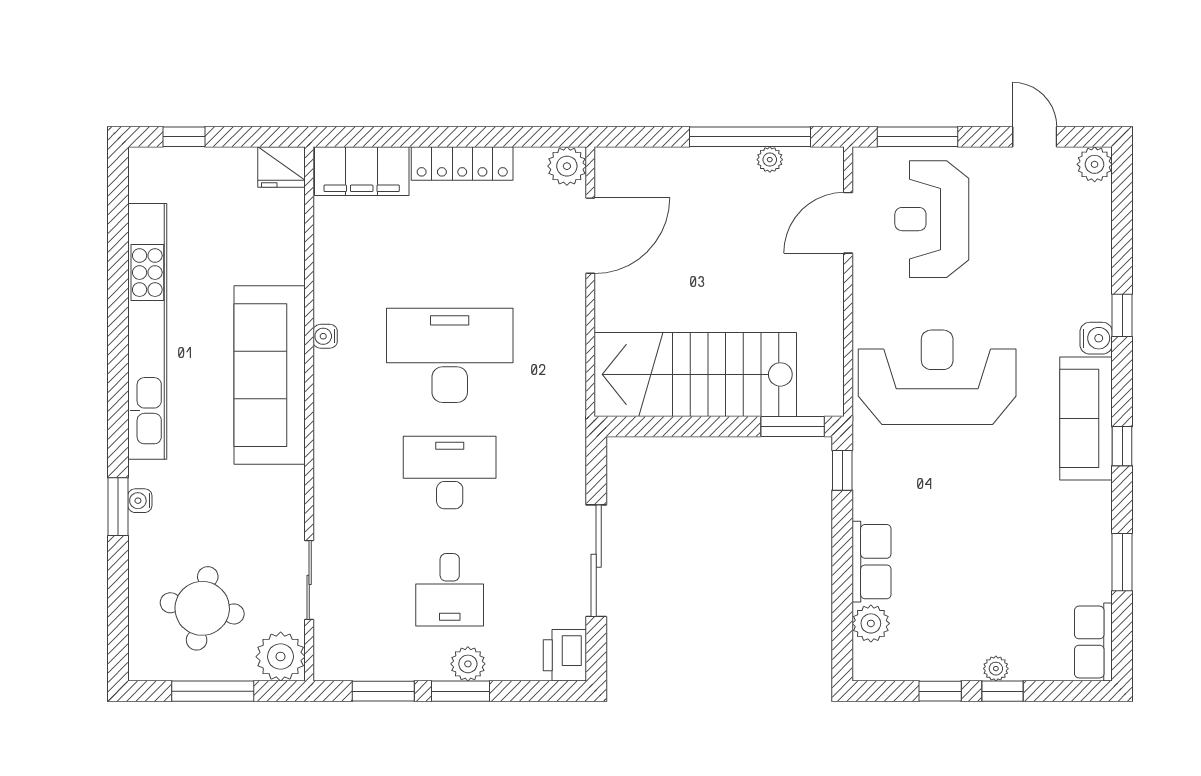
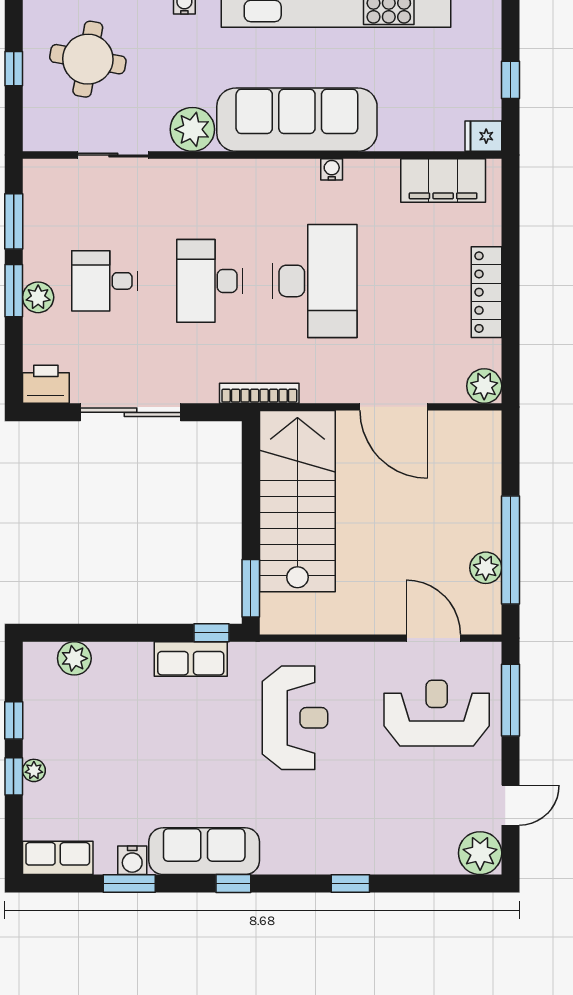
window: (184, 137) -> (510, 80), moved
plant: (770, 160) -> (486, 568), width x1.38, depth x1.38
plant: (1095, 164) -> (480, 853), width x1.36, depth x1.36
fridge: (282, 167) -> (483, 136), width x0.72
filing cabinet: (362, 171) -> (443, 180), moved, turned -90
door: (590, 236) -> (394, 407), moved
water cooler: (1096, 338) -> (132, 860), moved
reception desk: (937, 377) -> (295, 718), width x0.74, depth x0.77
bookcase: (575, 417) -> (259, 393), added
sofa: (1086, 418) -> (204, 851), moved
desk: (450, 473) -> (210, 281), turned 180
row of seats: (872, 562) -> (191, 659), moved
plant: (281, 657) -> (192, 129), moved
window: (213, 691) -> (14, 69), width x0.46

